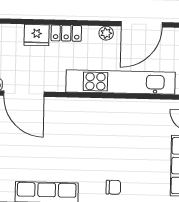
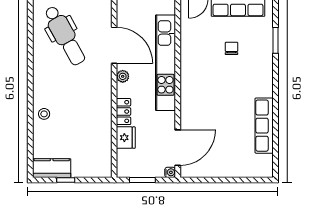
chair: (113, 187) -> (231, 48), moved

